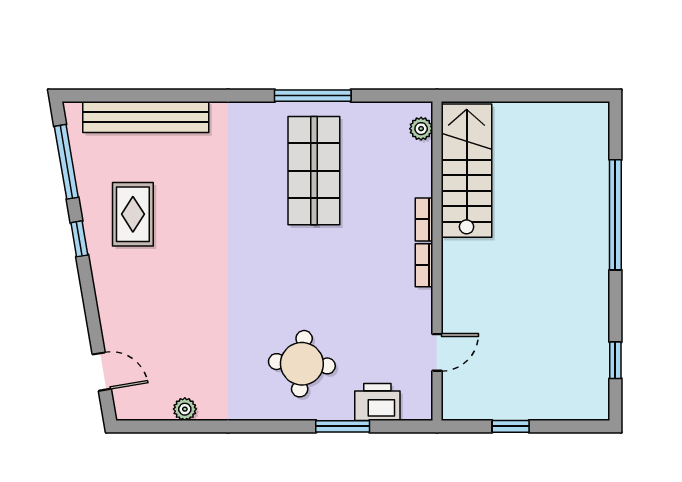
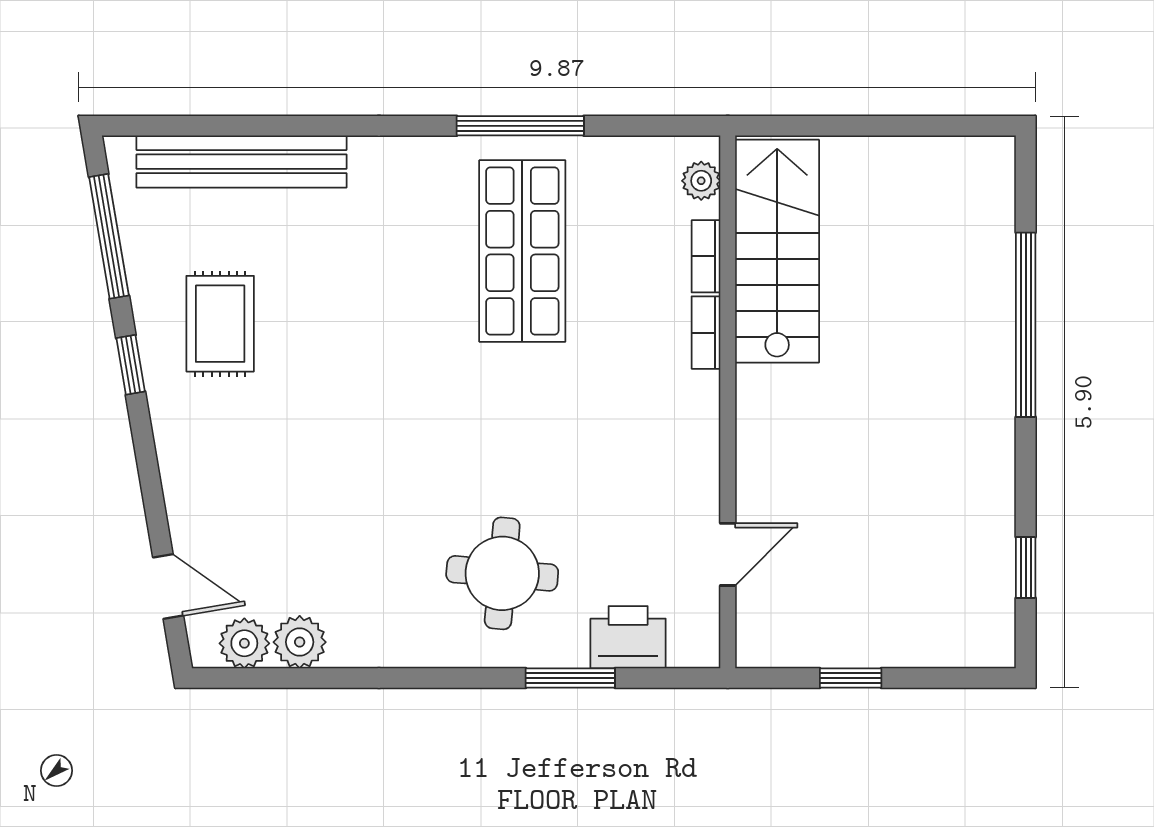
bookcase: (424, 265) -> (706, 256), moved
plant: (147, 406) -> (244, 643), added
plant: (185, 409) -> (300, 642), width x1.38, depth x1.38

